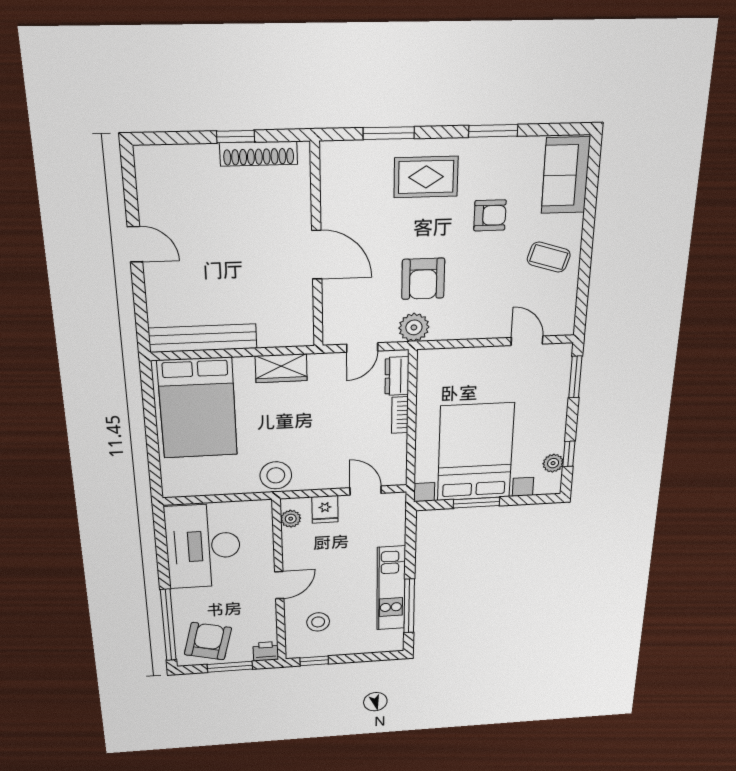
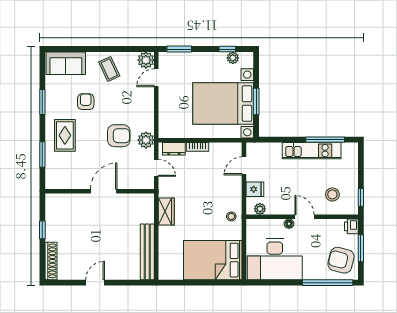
shoe rack: (259, 154) -> (51, 261), moved
coffee table: (549, 257) -> (109, 69), turned -42
plant: (560, 322) -> (146, 60), added
bed: (198, 408) -> (213, 260), moved, turned 180
stool: (276, 475) -> (231, 216), width x0.53, depth x0.53
floor lamp: (267, 564) -> (289, 224), added

